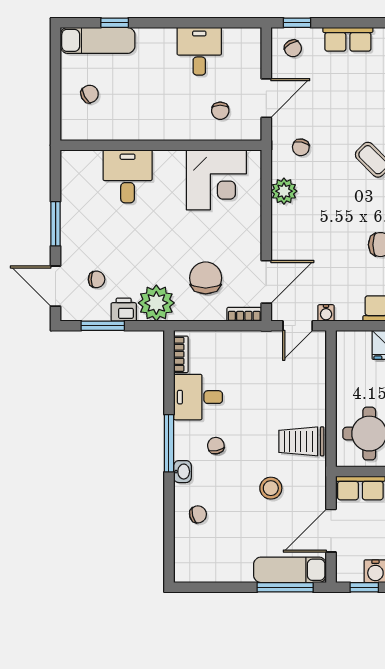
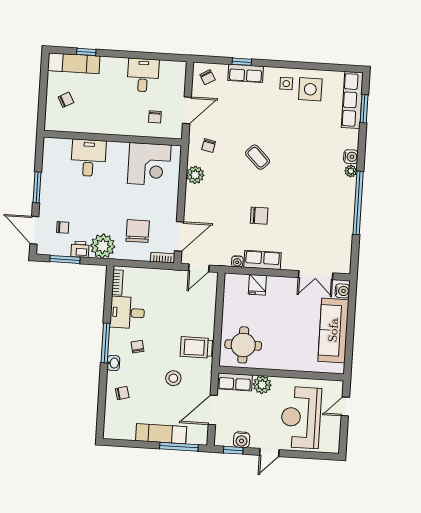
window: (297, 23) -> (242, 62), moved
water cooler: (326, 313) -> (237, 261), moved
exam couch: (290, 570) -> (161, 434), moved

